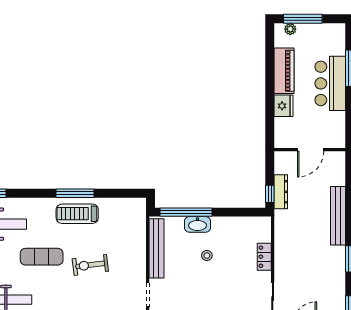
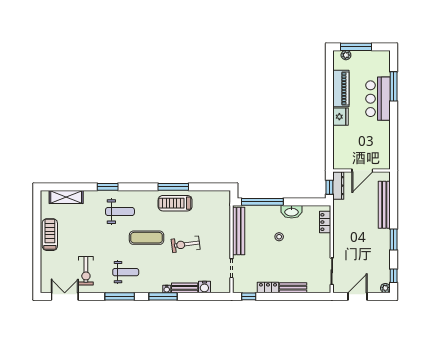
wall: (310, 150) -> (362, 170), moved
door: (311, 150) -> (362, 170), moved
washbasin: (197, 224) -> (292, 212), moved
locker: (264, 257) -> (325, 222), moved

